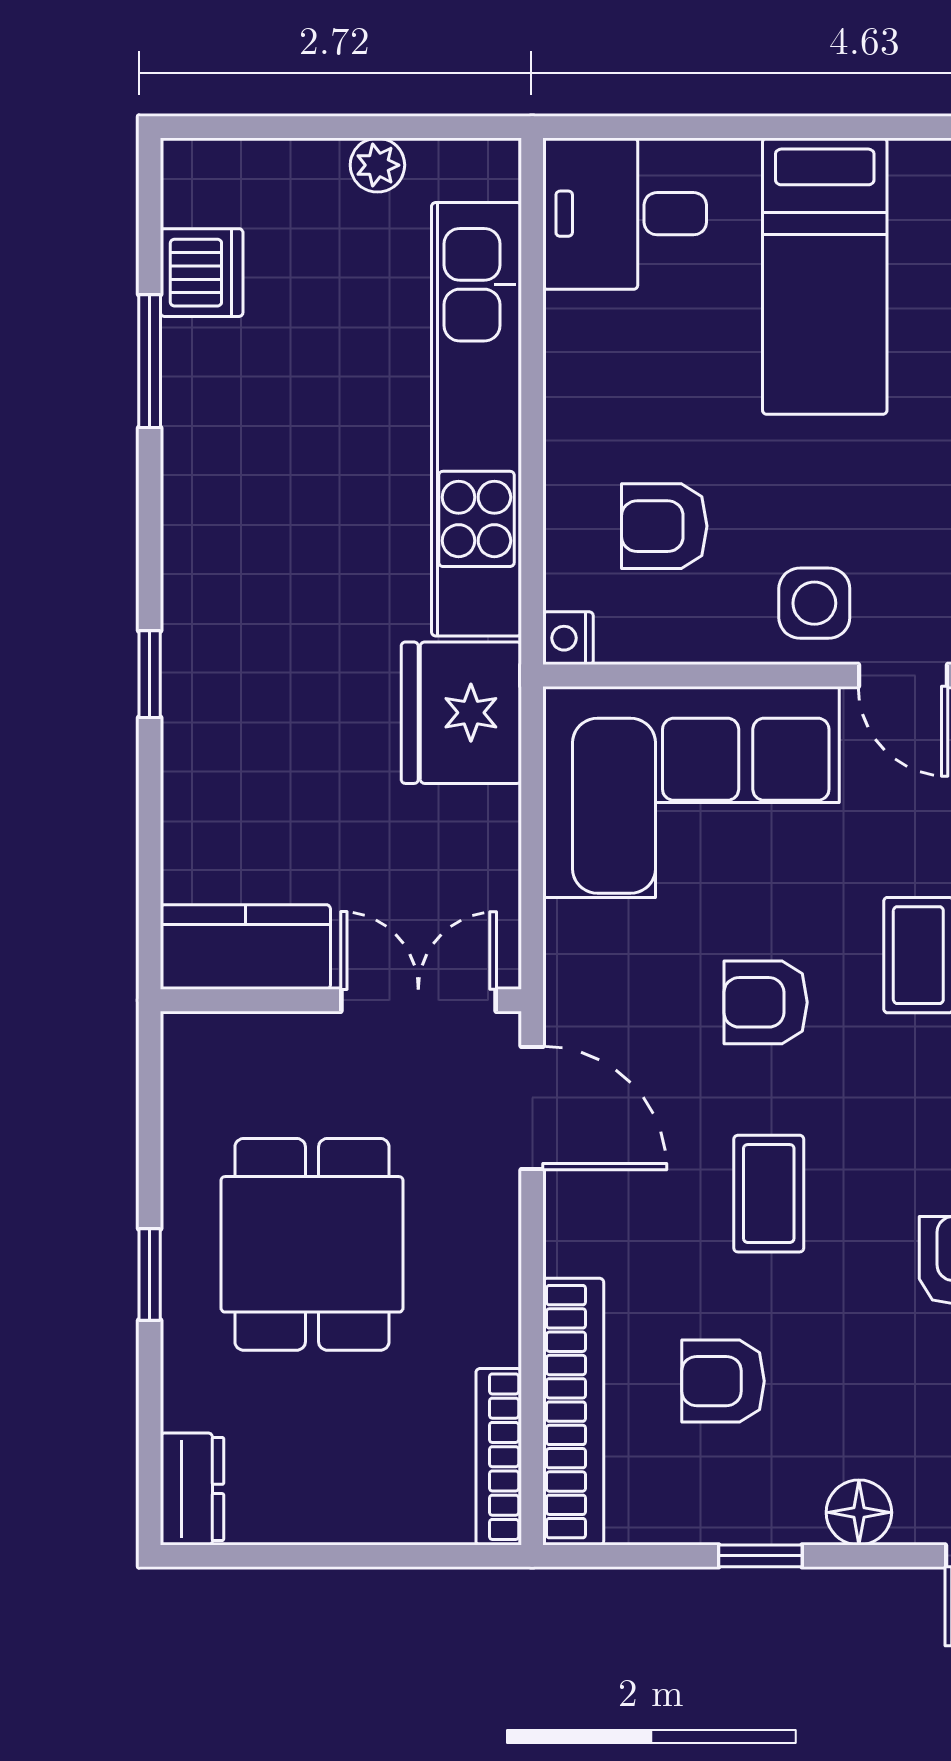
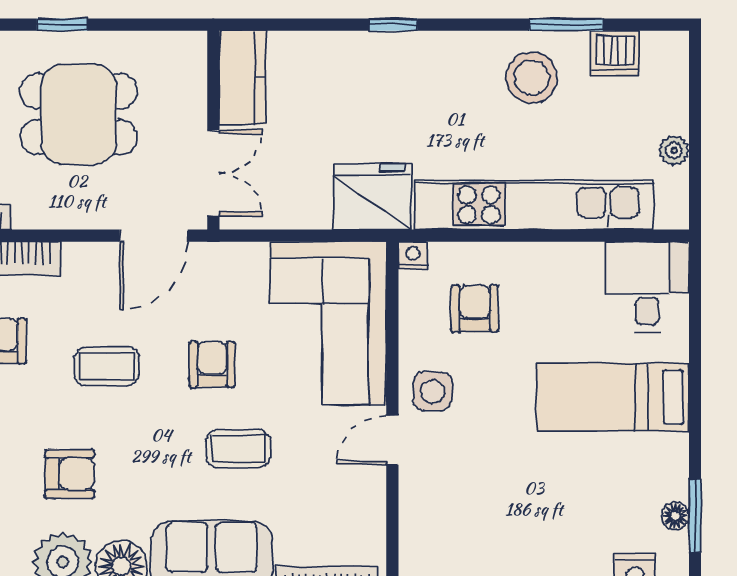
stool: (246, 424) -> (531, 78), added

